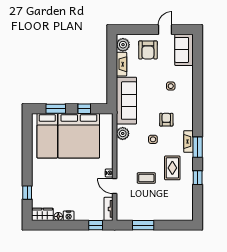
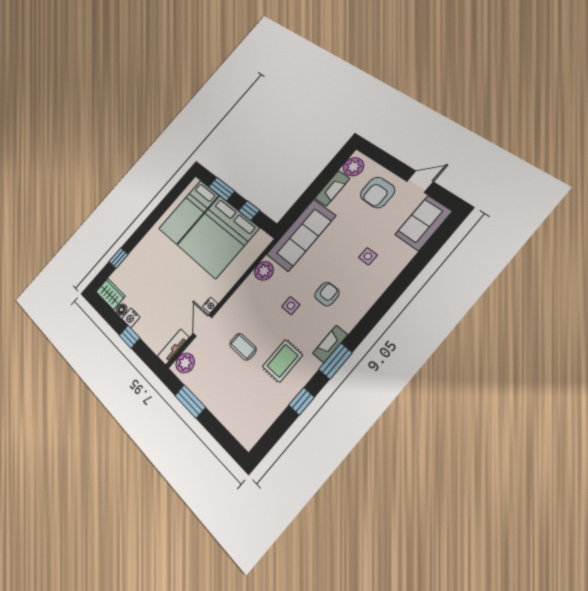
plant: (123, 211) -> (185, 363), added
window: (96, 225) -> (130, 337), moved

